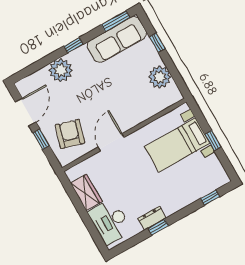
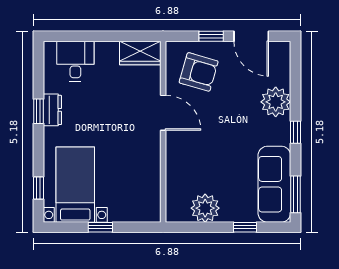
bed with nightstands: (177, 145) -> (75, 185), moved
wardrobe: (86, 192) -> (140, 53), moved
desk: (110, 221) -> (75, 61), width x0.73

